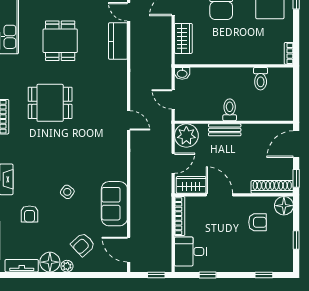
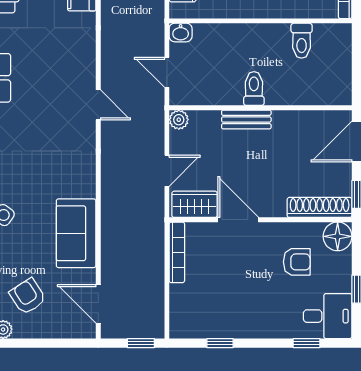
plant: (186, 136) -> (179, 120), width x0.53, depth x0.53
armchair: (83, 245) -> (28, 296), turned 100
desk: (190, 252) -> (328, 316), moved, turned 180

